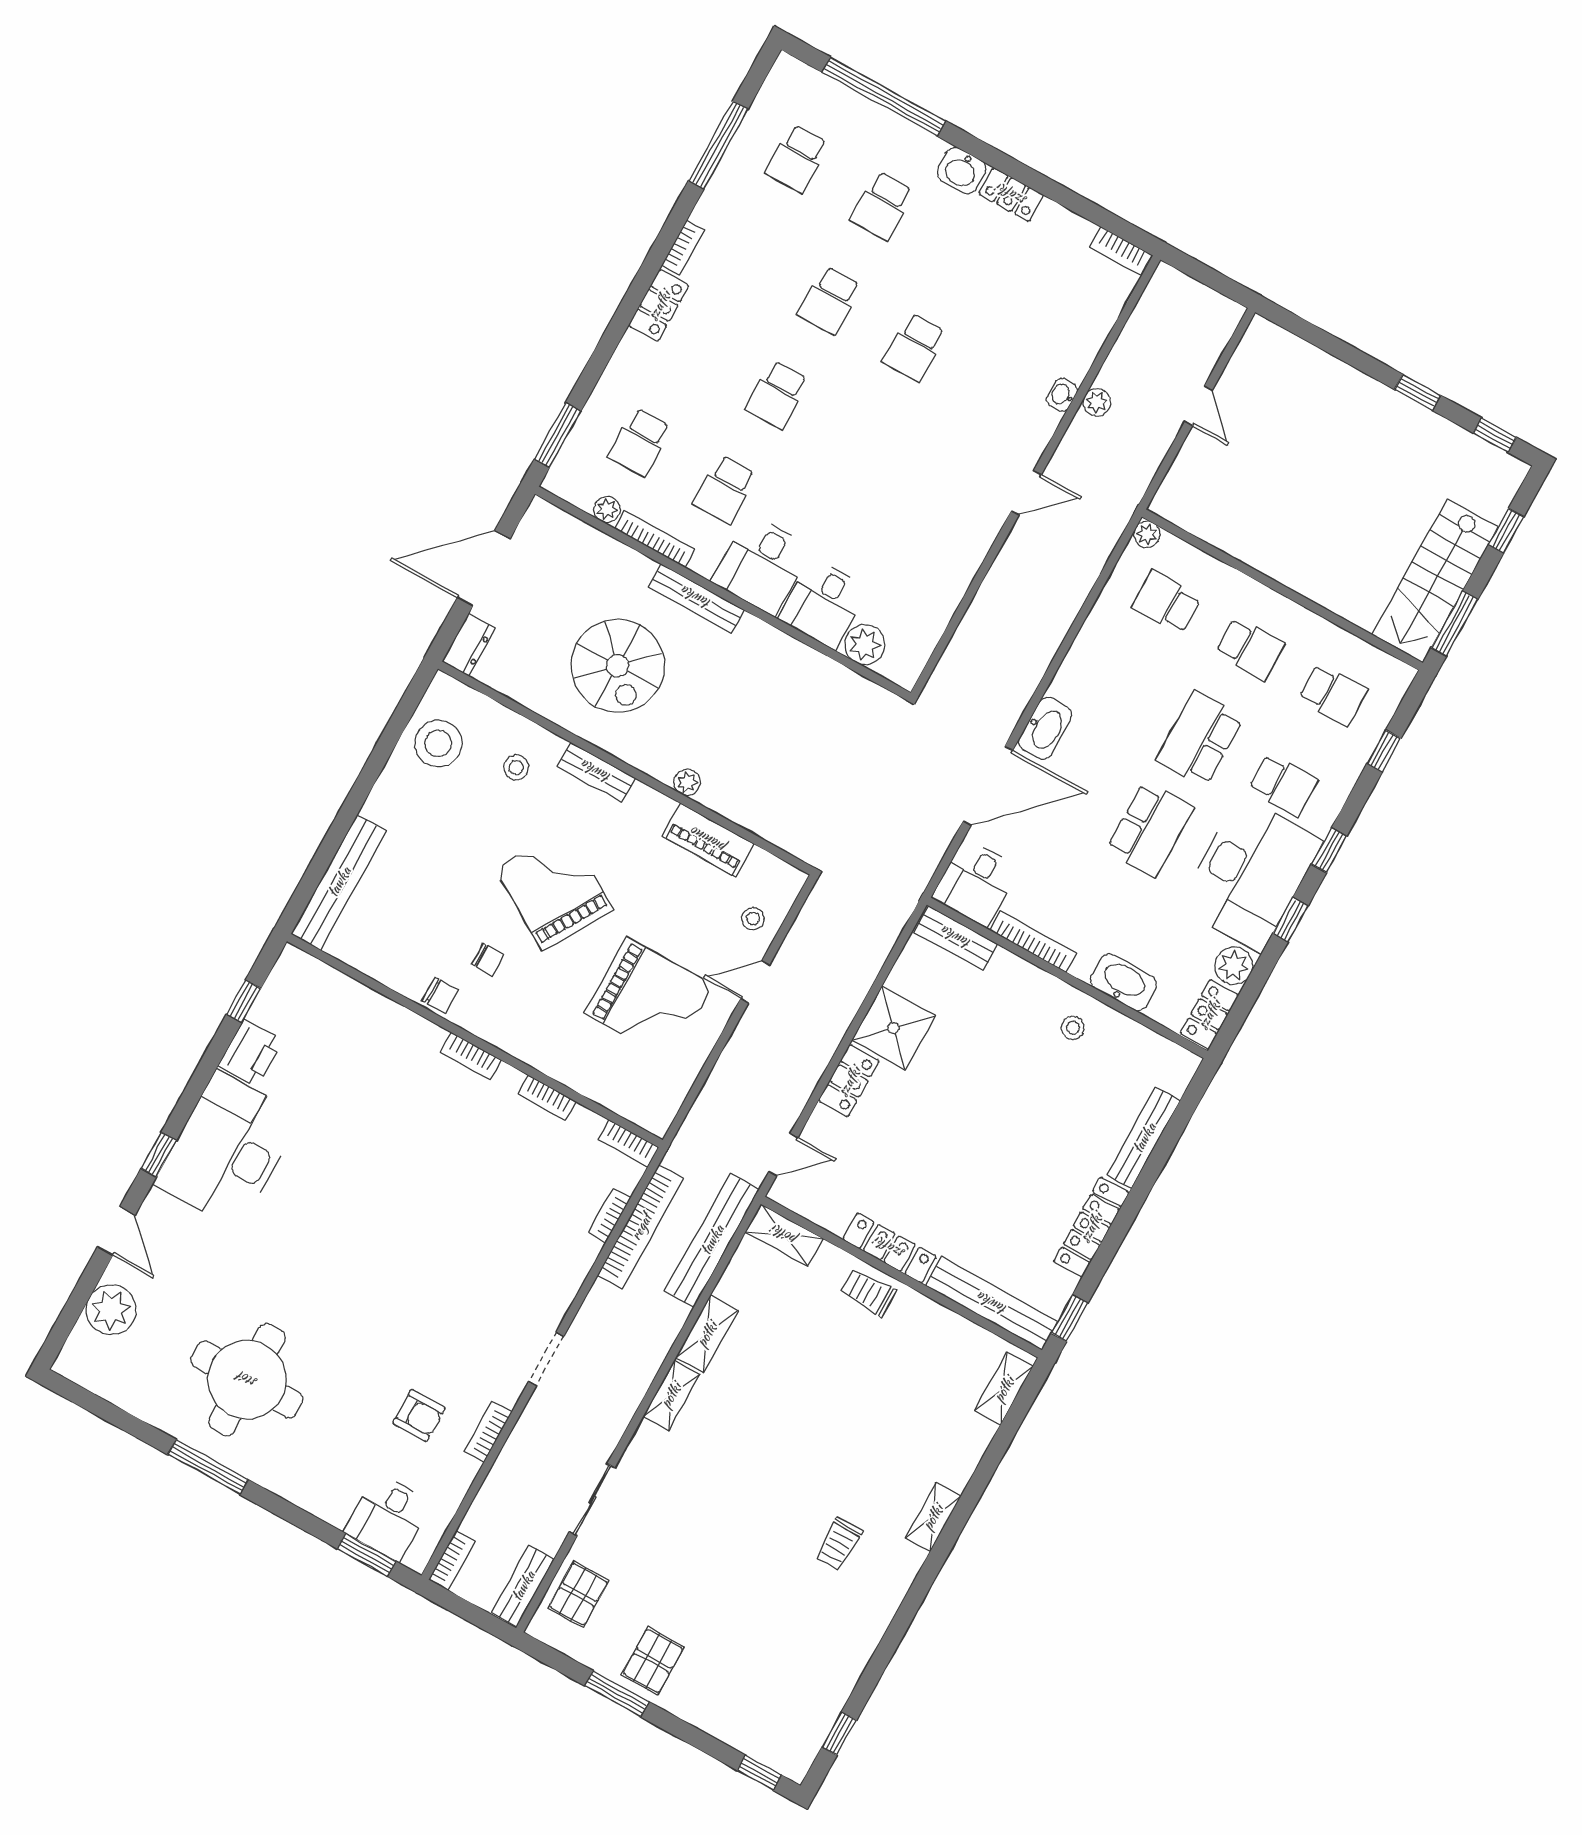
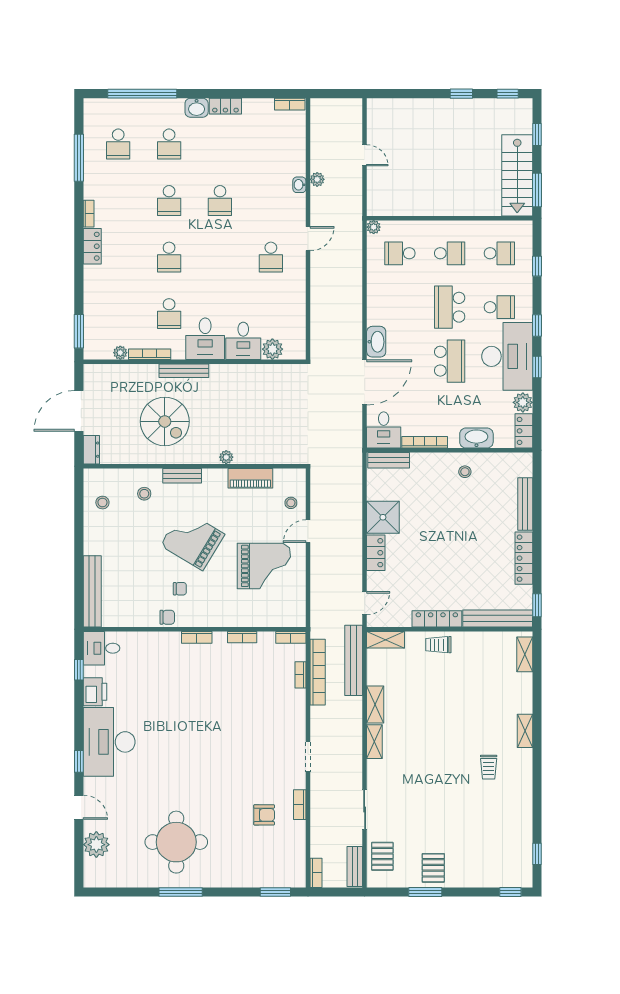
school desk: (640, 442) -> (271, 257), moved
stool: (438, 743) -> (102, 503), width x0.53, depth x0.53
desk: (388, 1517) -> (101, 648), moved, turned 90

